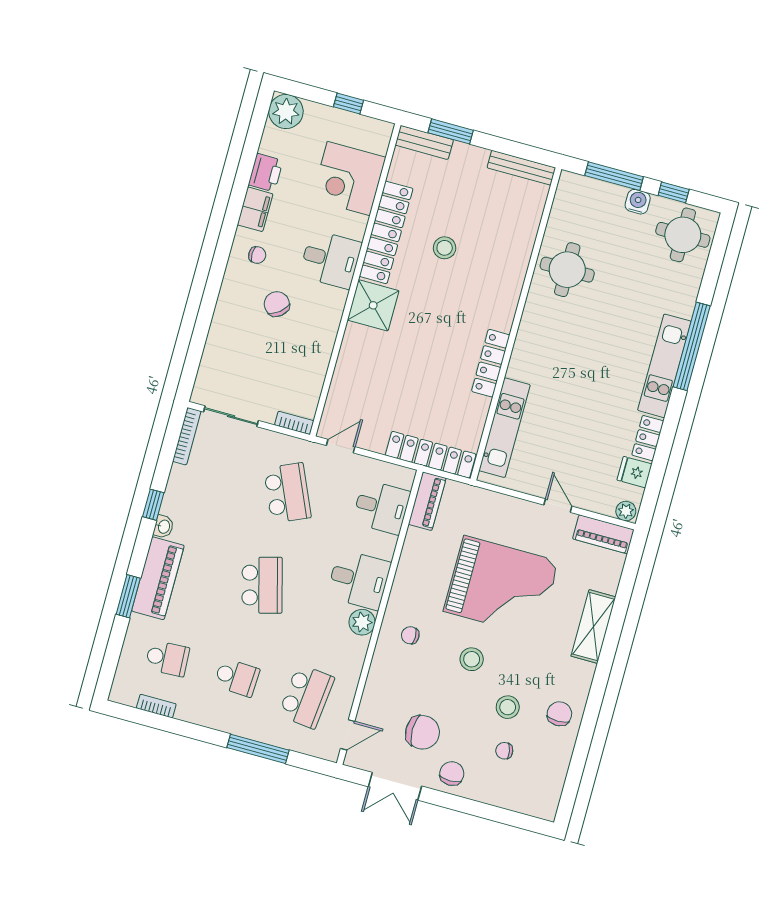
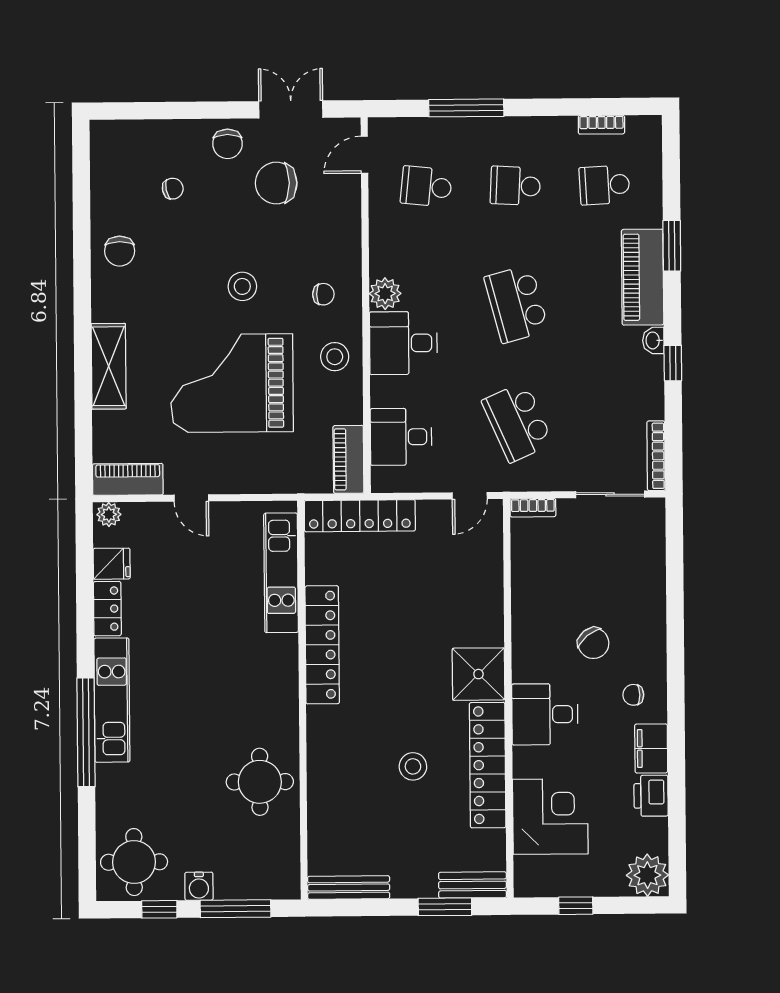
locker: (491, 363) -> (322, 645), width x1.41, depth x1.21
school desk: (306, 696) -> (426, 187), width x0.54
stool: (508, 707) -> (335, 357), moved

